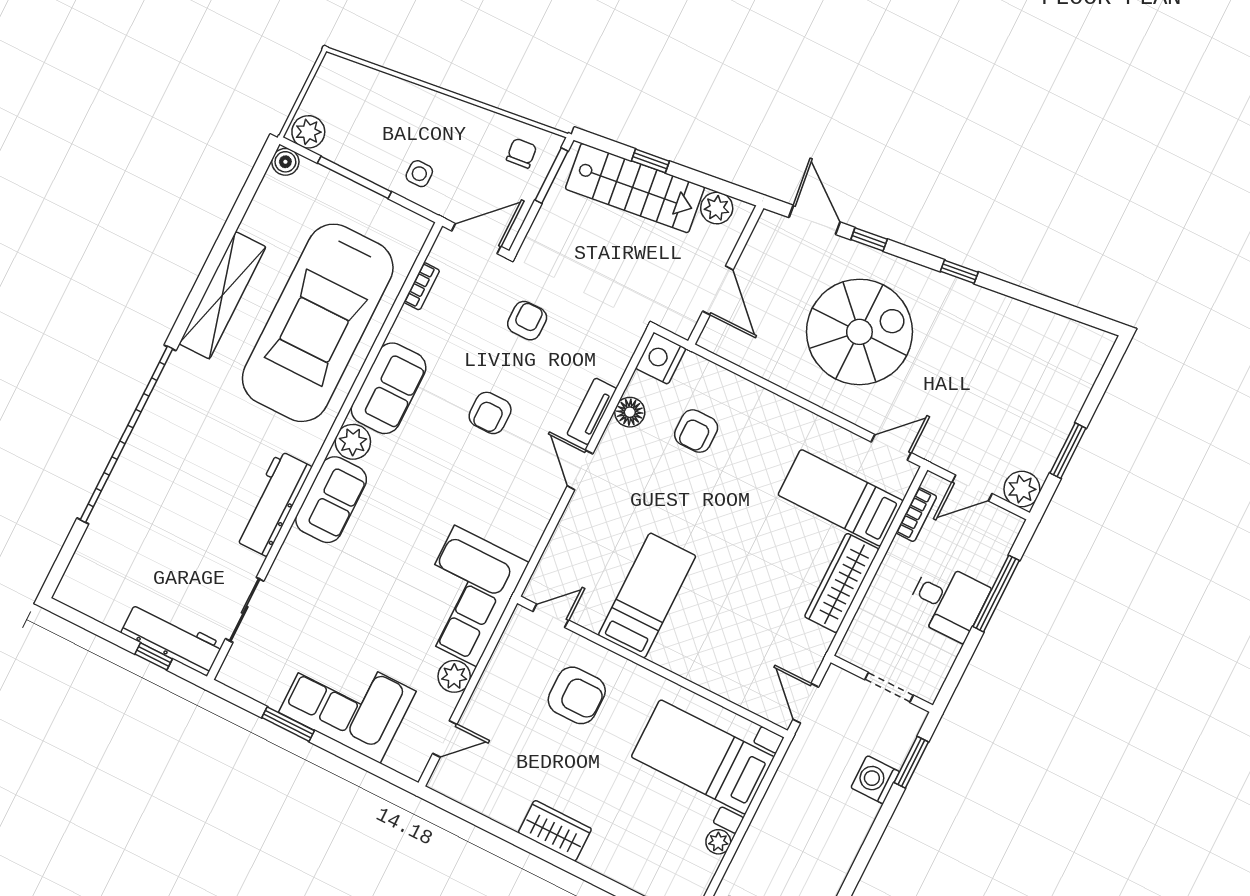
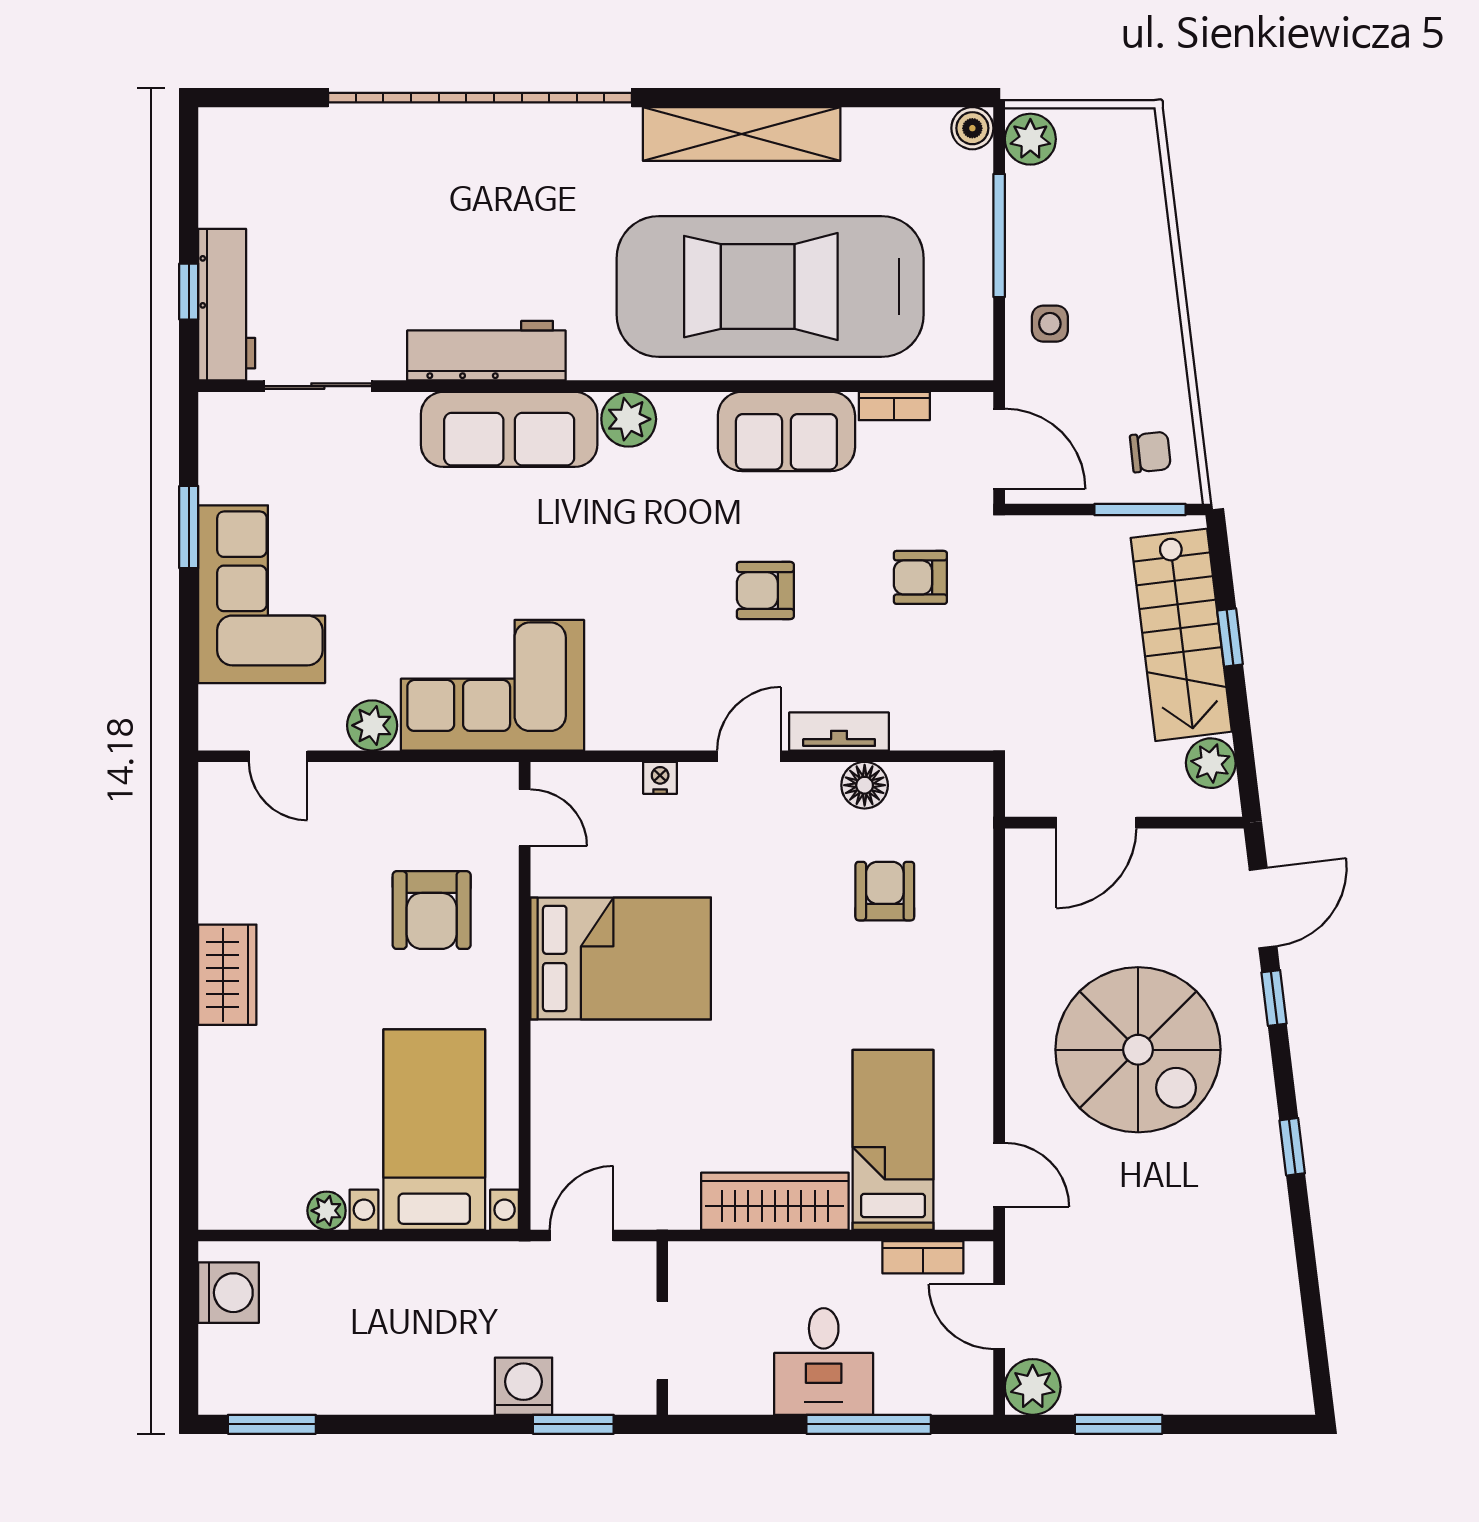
armchair: (527, 321) -> (920, 577), turned 180
nightstand: (661, 358) -> (660, 778), moved, width x0.53, depth x0.56
sofa: (389, 388) -> (786, 431), moved
armchair: (696, 431) -> (885, 891), turned 90
sofa: (331, 500) -> (509, 429), width x1.36
bed: (647, 596) -> (621, 958), width x1.50

